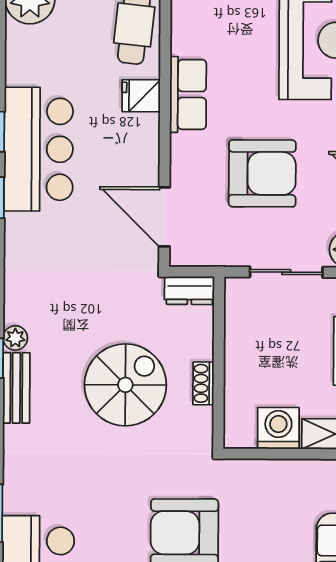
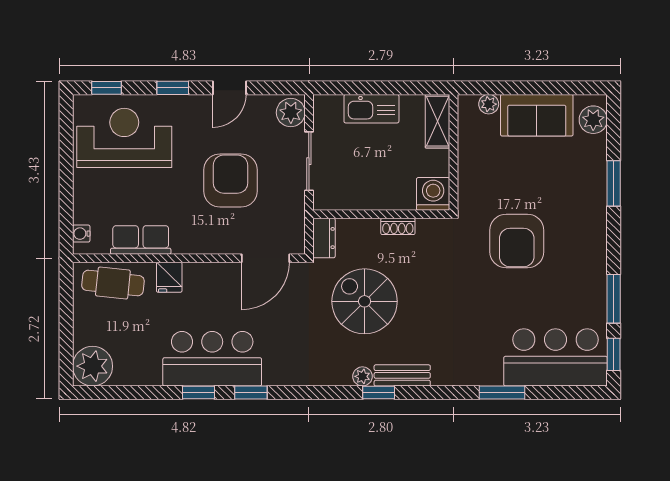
row of seats: (188, 94) -> (141, 240), moved
spiral stairs: (125, 385) -> (365, 301), moved
washing machine: (278, 428) -> (433, 194), moved, turned 90

